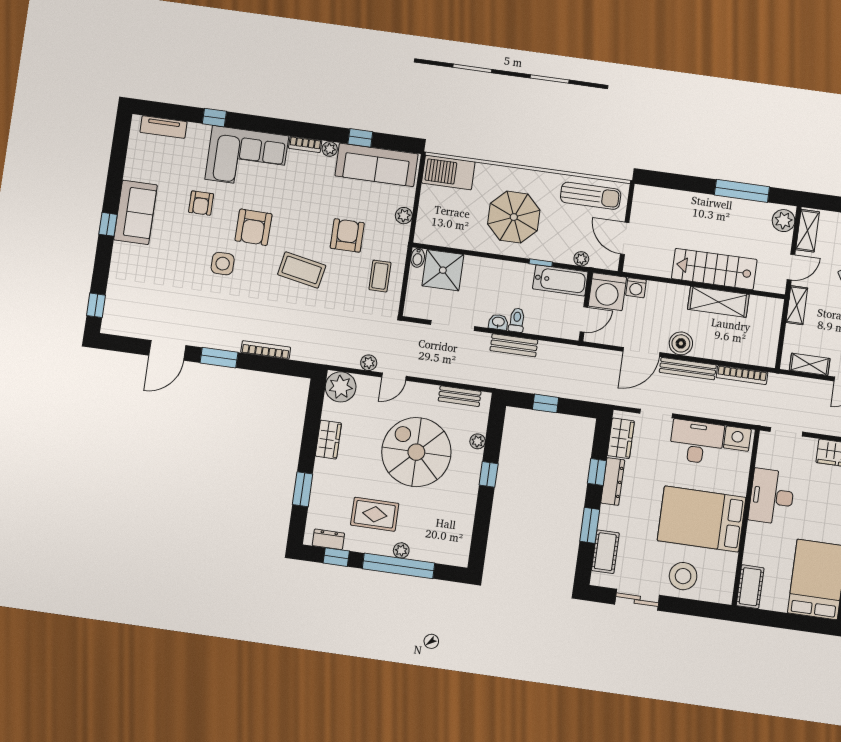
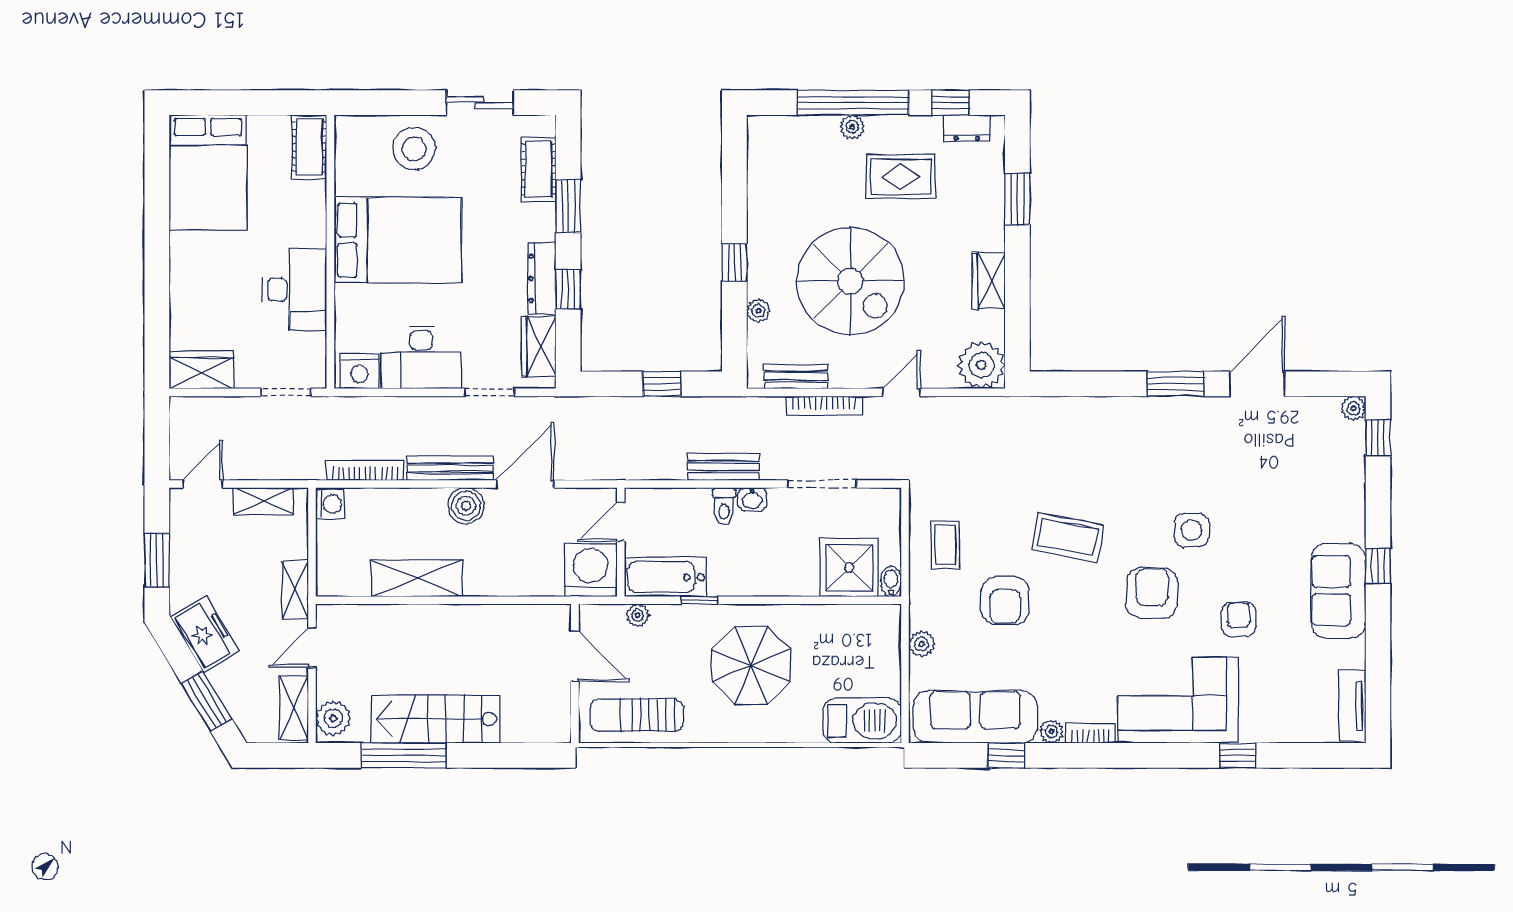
tv unit: (163, 127) -> (1352, 706), moved, turned -90
stairs: (714, 269) -> (435, 719), moved, turned 180
washing machine: (636, 288) -> (330, 504), moved, turned 90
bookcase: (266, 350) -> (824, 406), moved
plant: (369, 363) -> (1353, 408), moved

